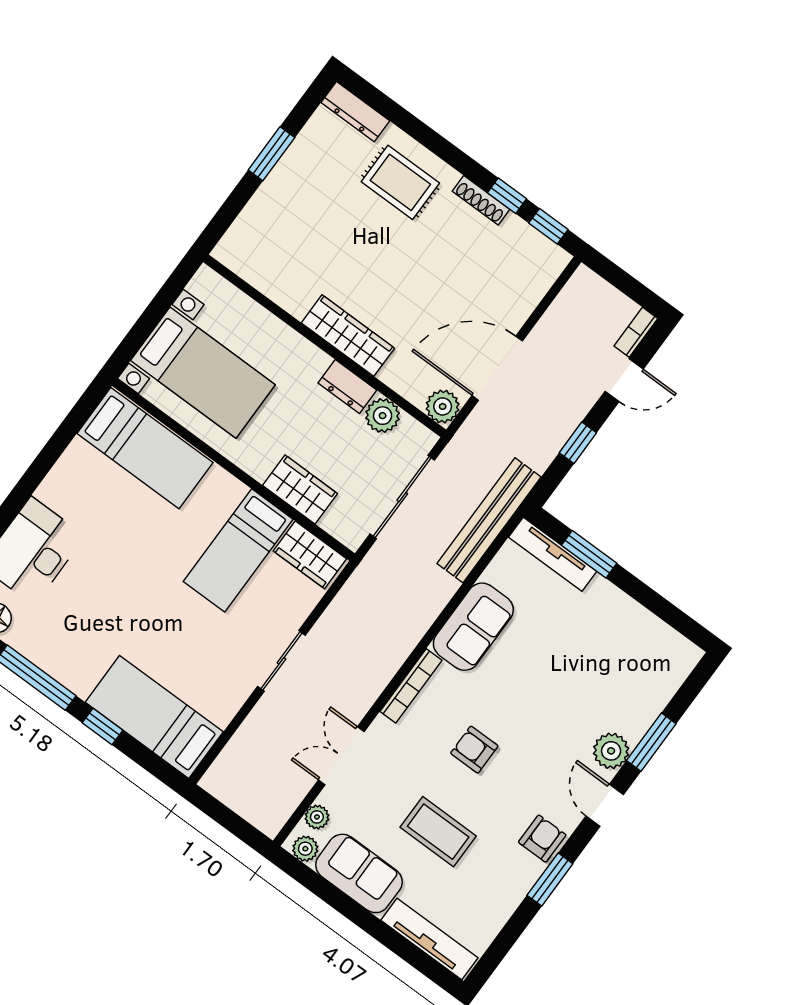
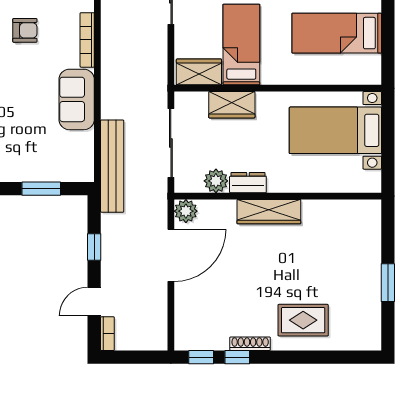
dresser: (355, 112) -> (358, 341), removed
bed: (145, 448) -> (337, 33), moved
tv unit: (553, 554) -> (62, 173), removed

